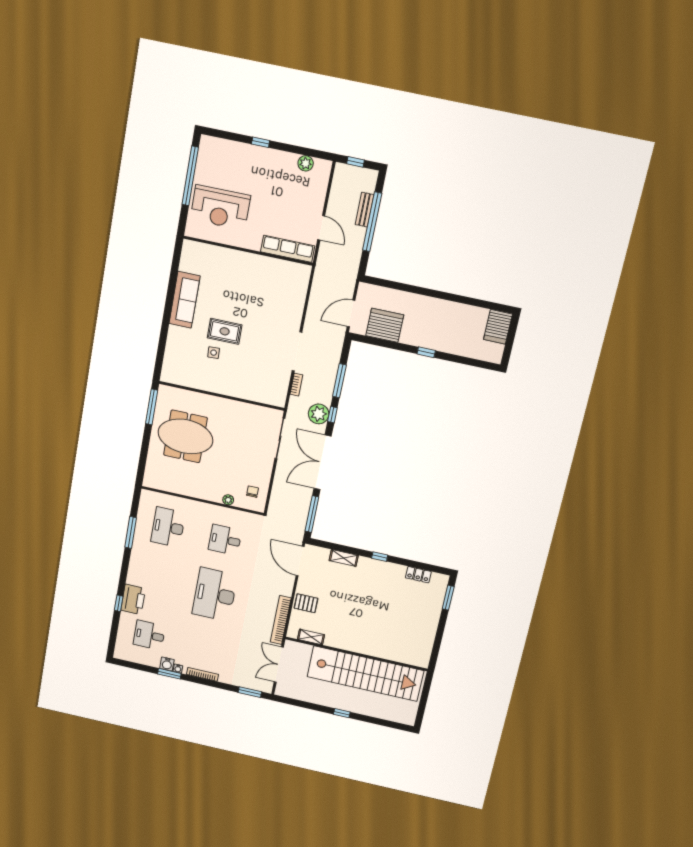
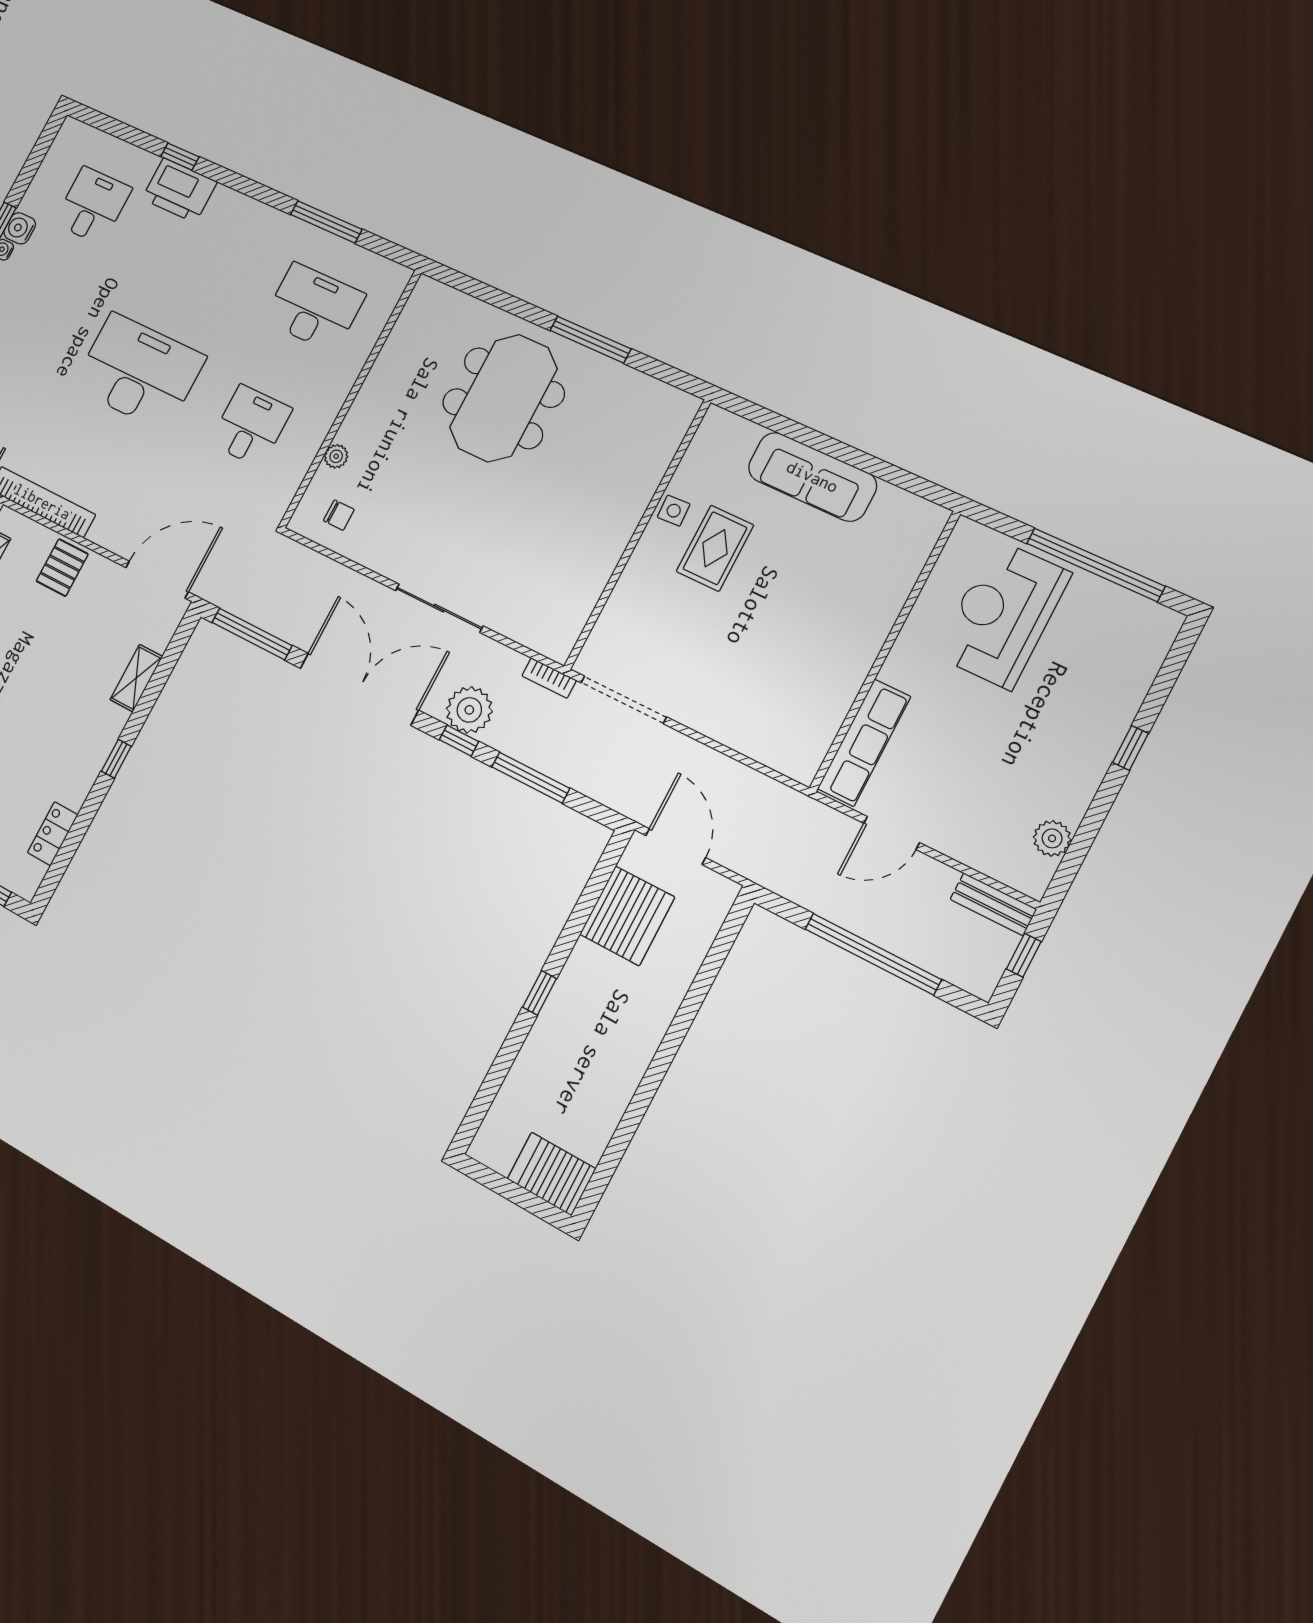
bench: (365, 210) -> (993, 904), moved
wall: (222, 396) -> (638, 534), moved

